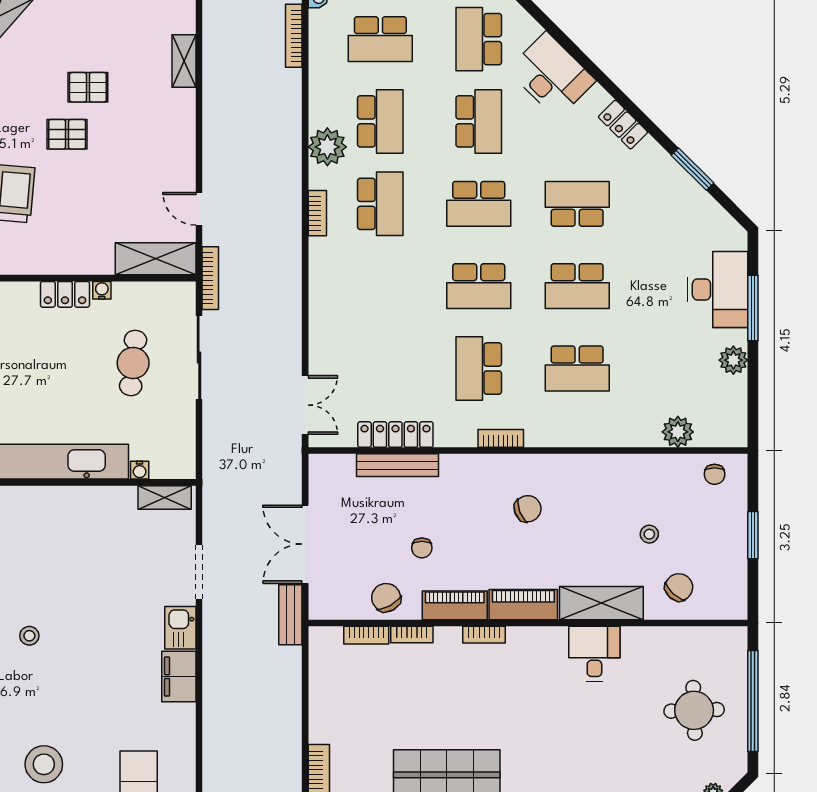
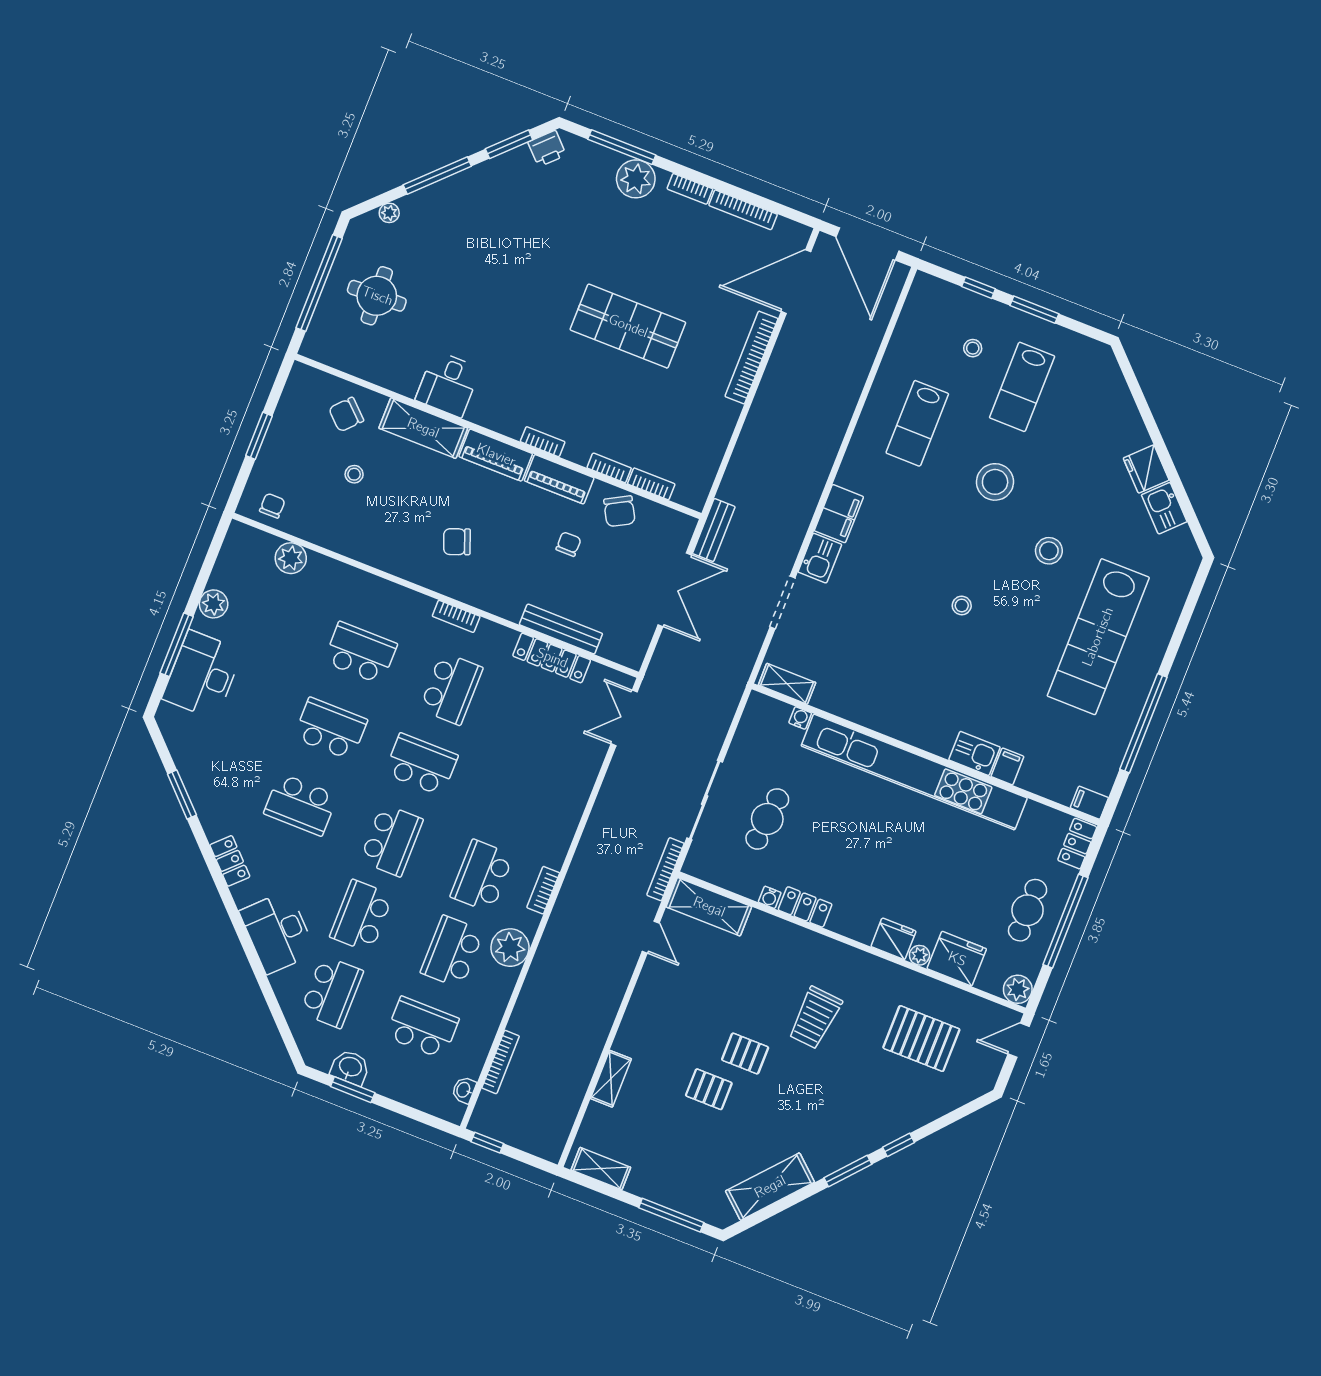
school desk: (479, 204) -> (391, 840), turned 90

